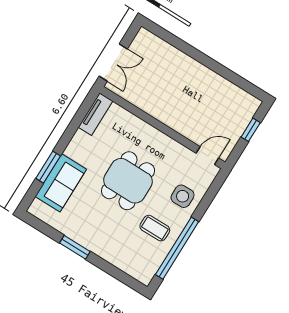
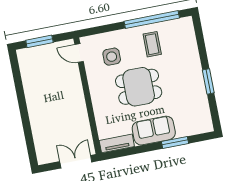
window: (251, 130) -> (39, 41), width x1.50
sofa: (61, 183) -> (154, 131), moved
side table: (183, 196) -> (112, 57), moved

